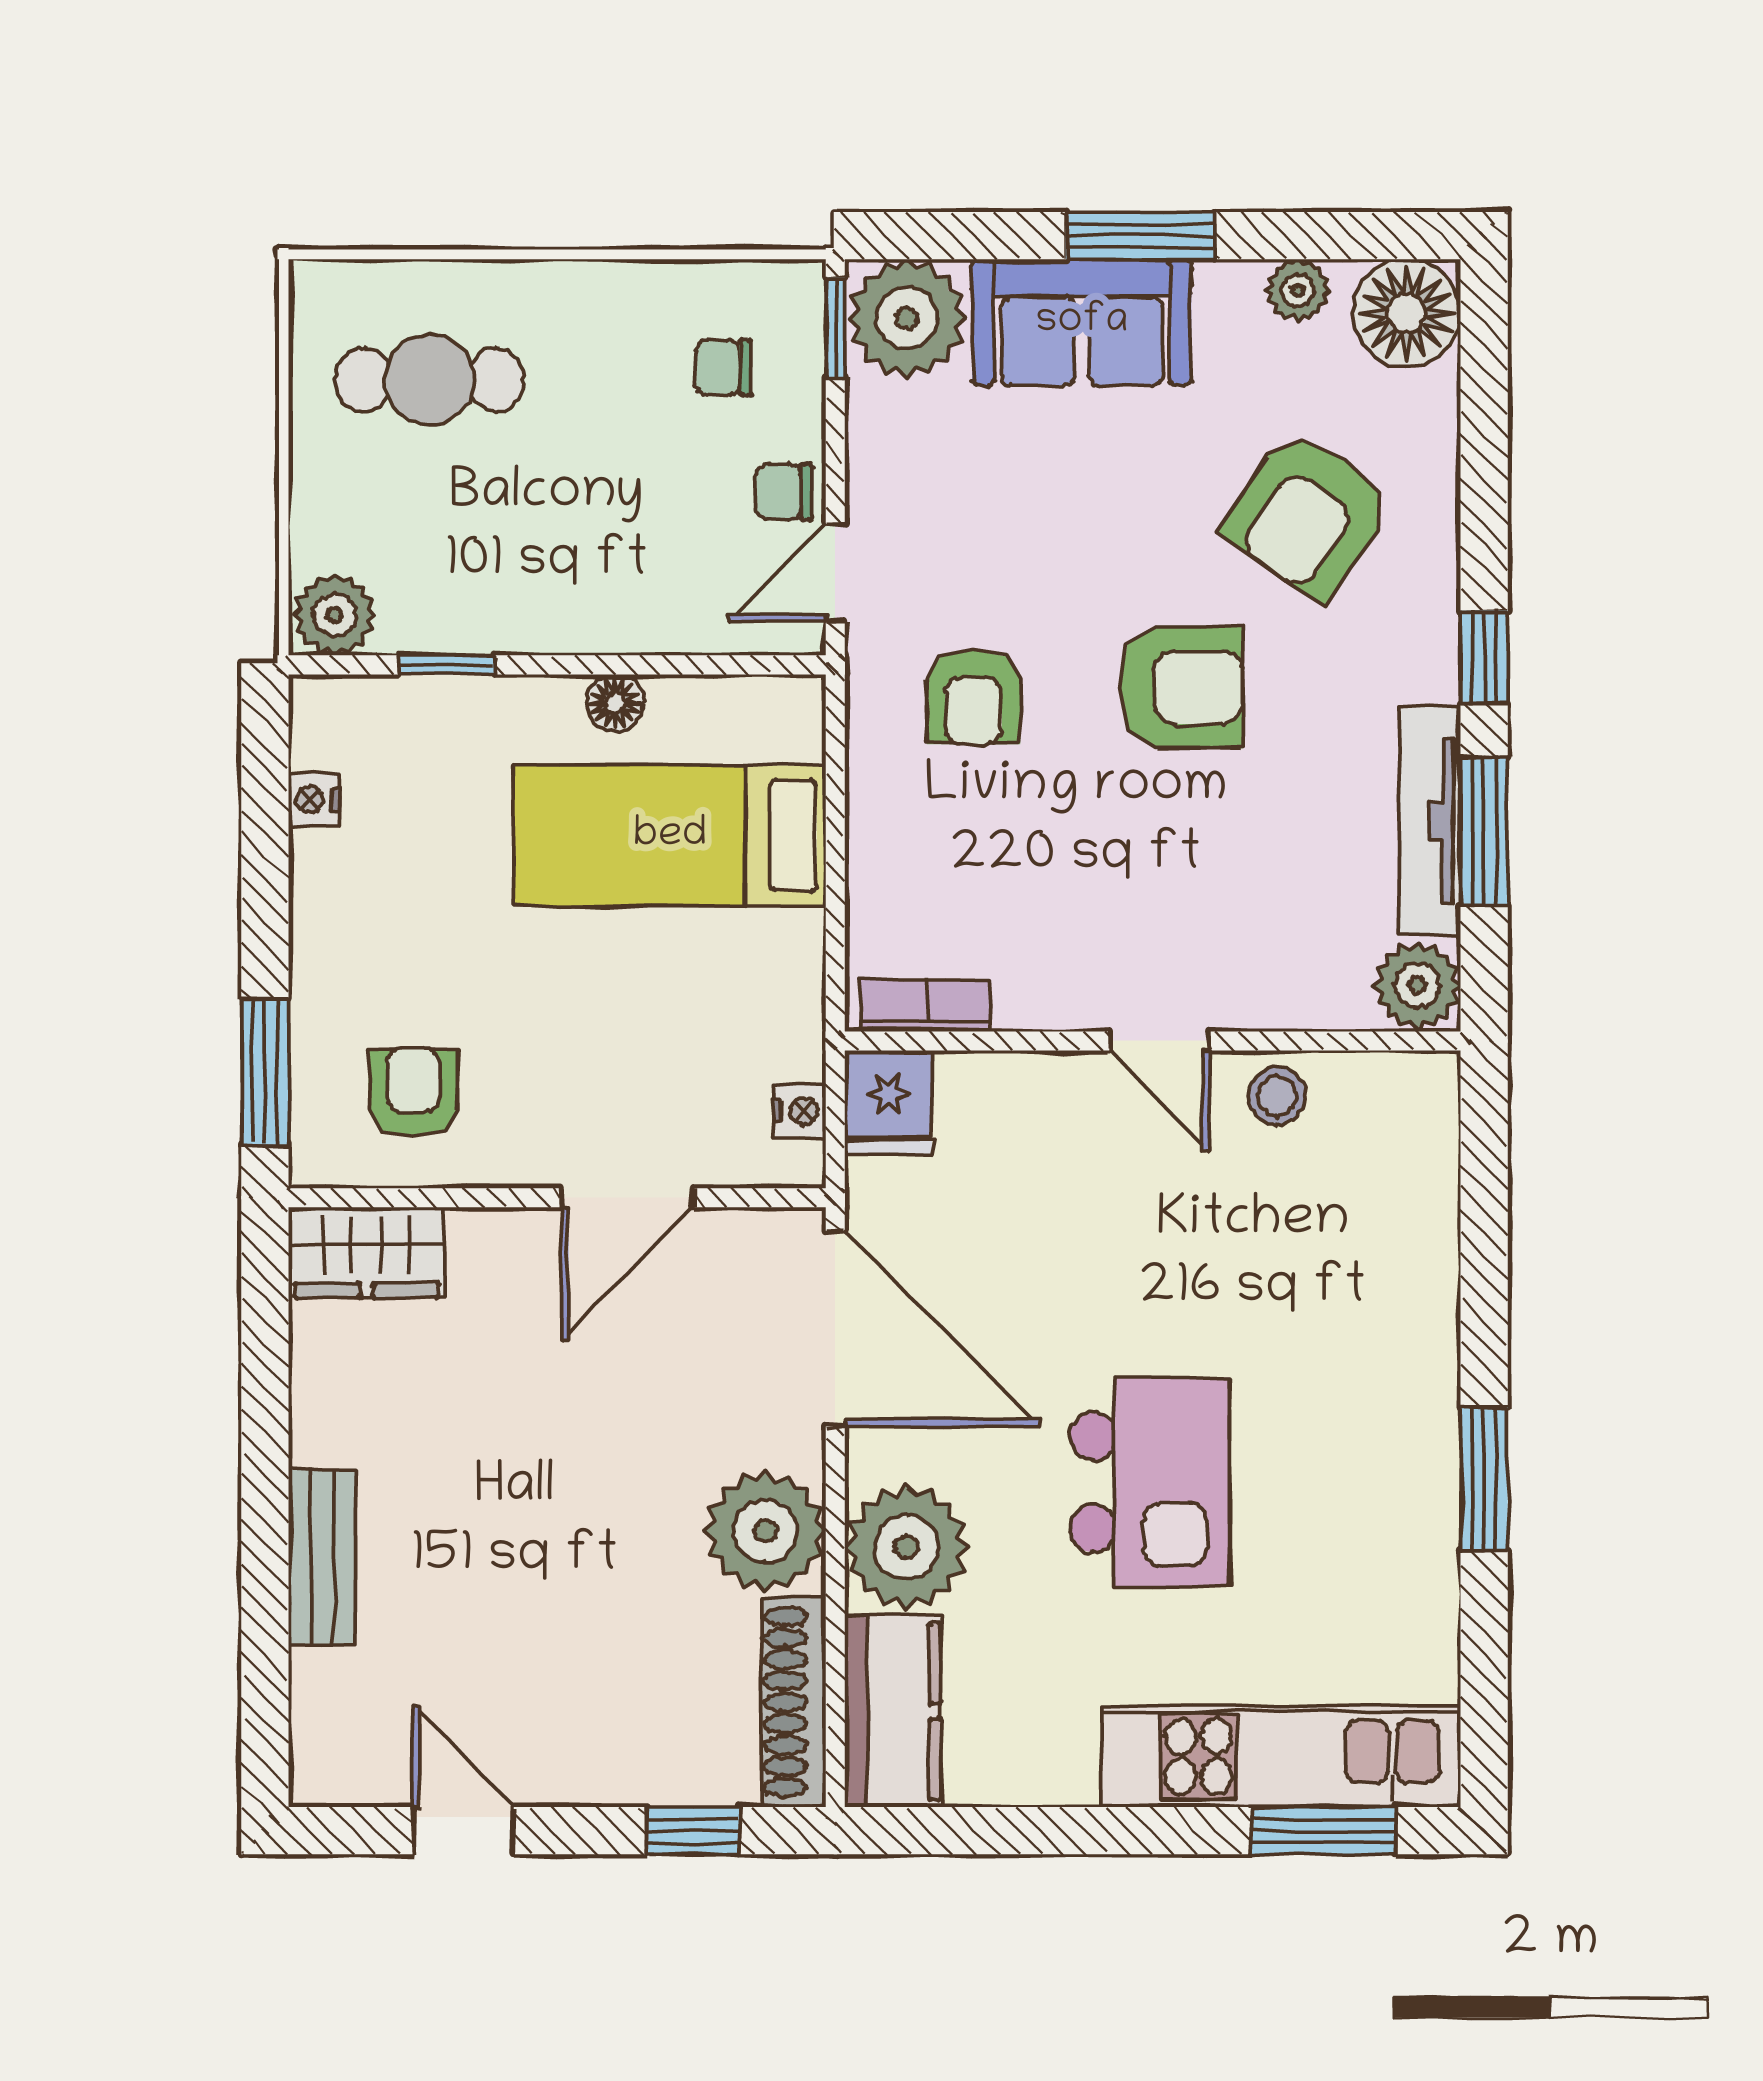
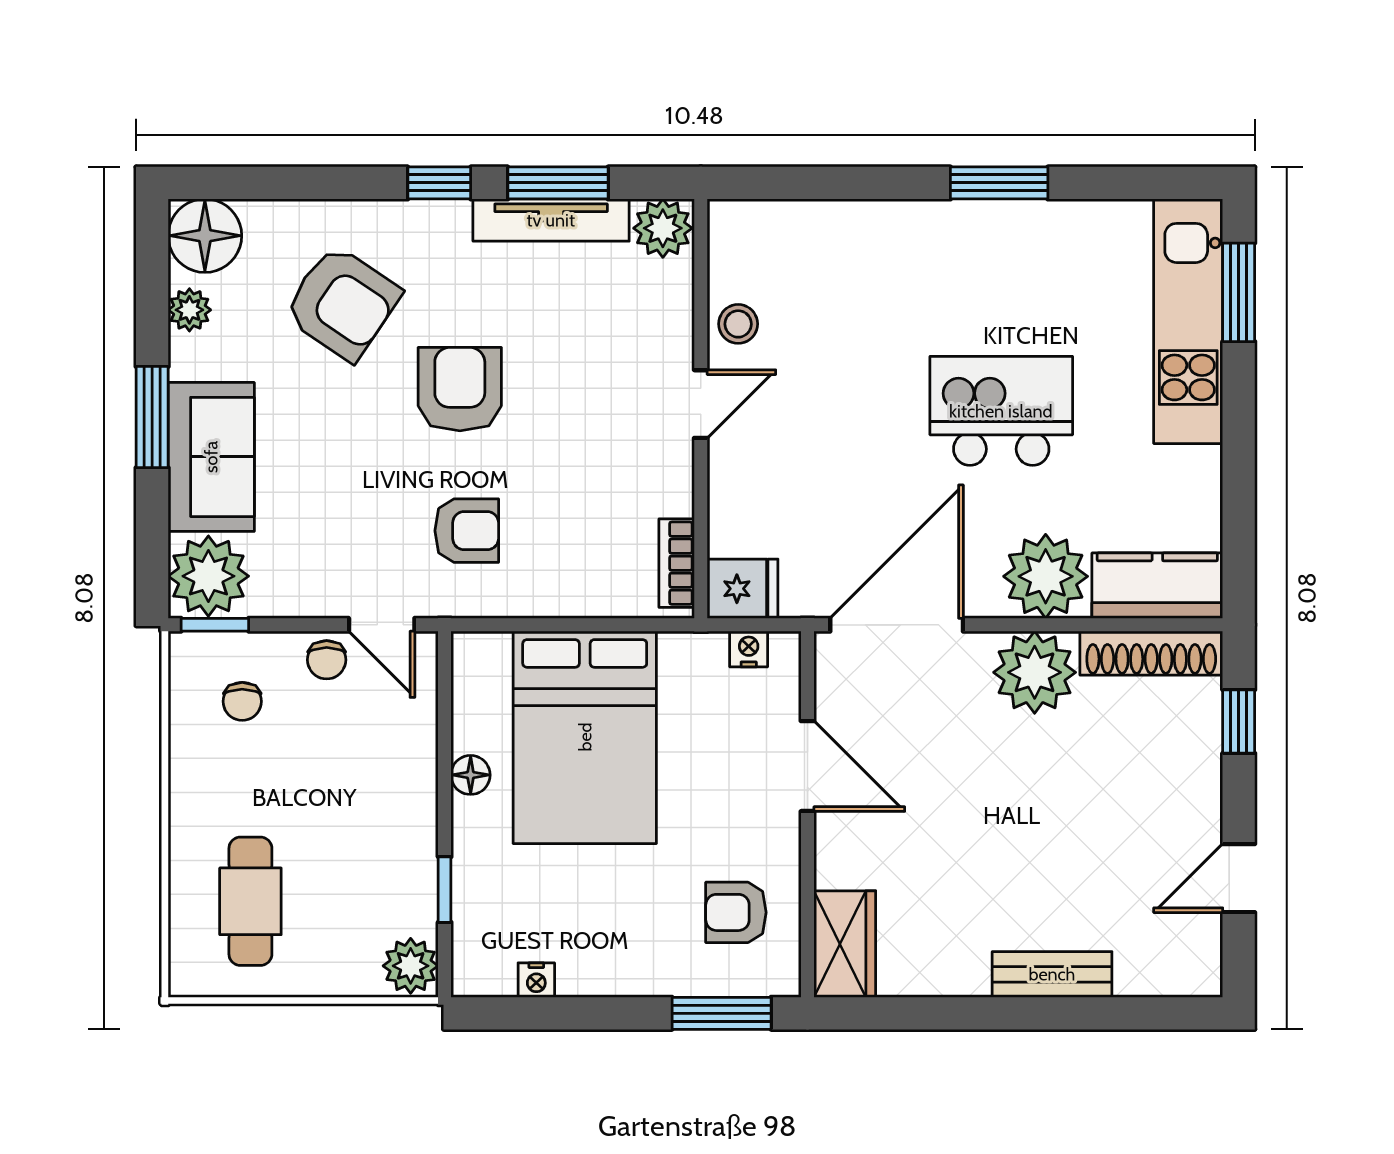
bed: (670, 836) -> (585, 737), width x1.50

